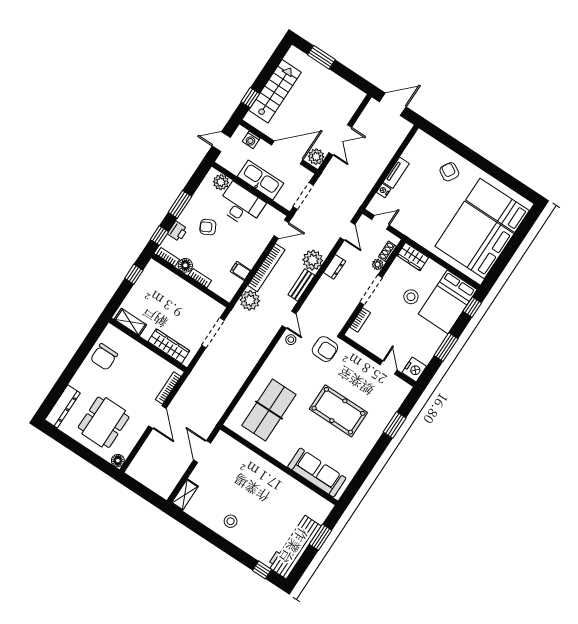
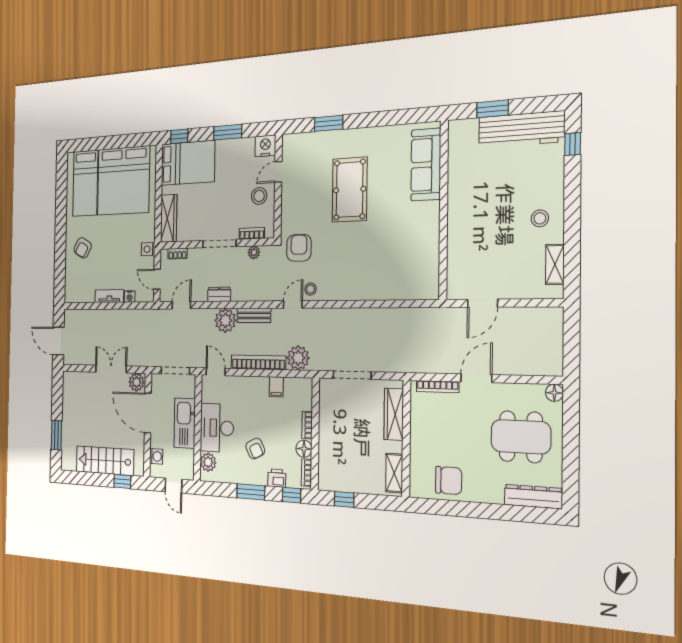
side table: (409, 228) -> (147, 249), added
wardrobe: (413, 257) -> (169, 218), width x1.50
plant: (378, 264) -> (254, 252), moved
stool: (411, 297) -> (259, 196), moved
table tennis table: (269, 410) -> (393, 262), removed
shelving: (185, 495) -> (555, 264), moved, turned 90

